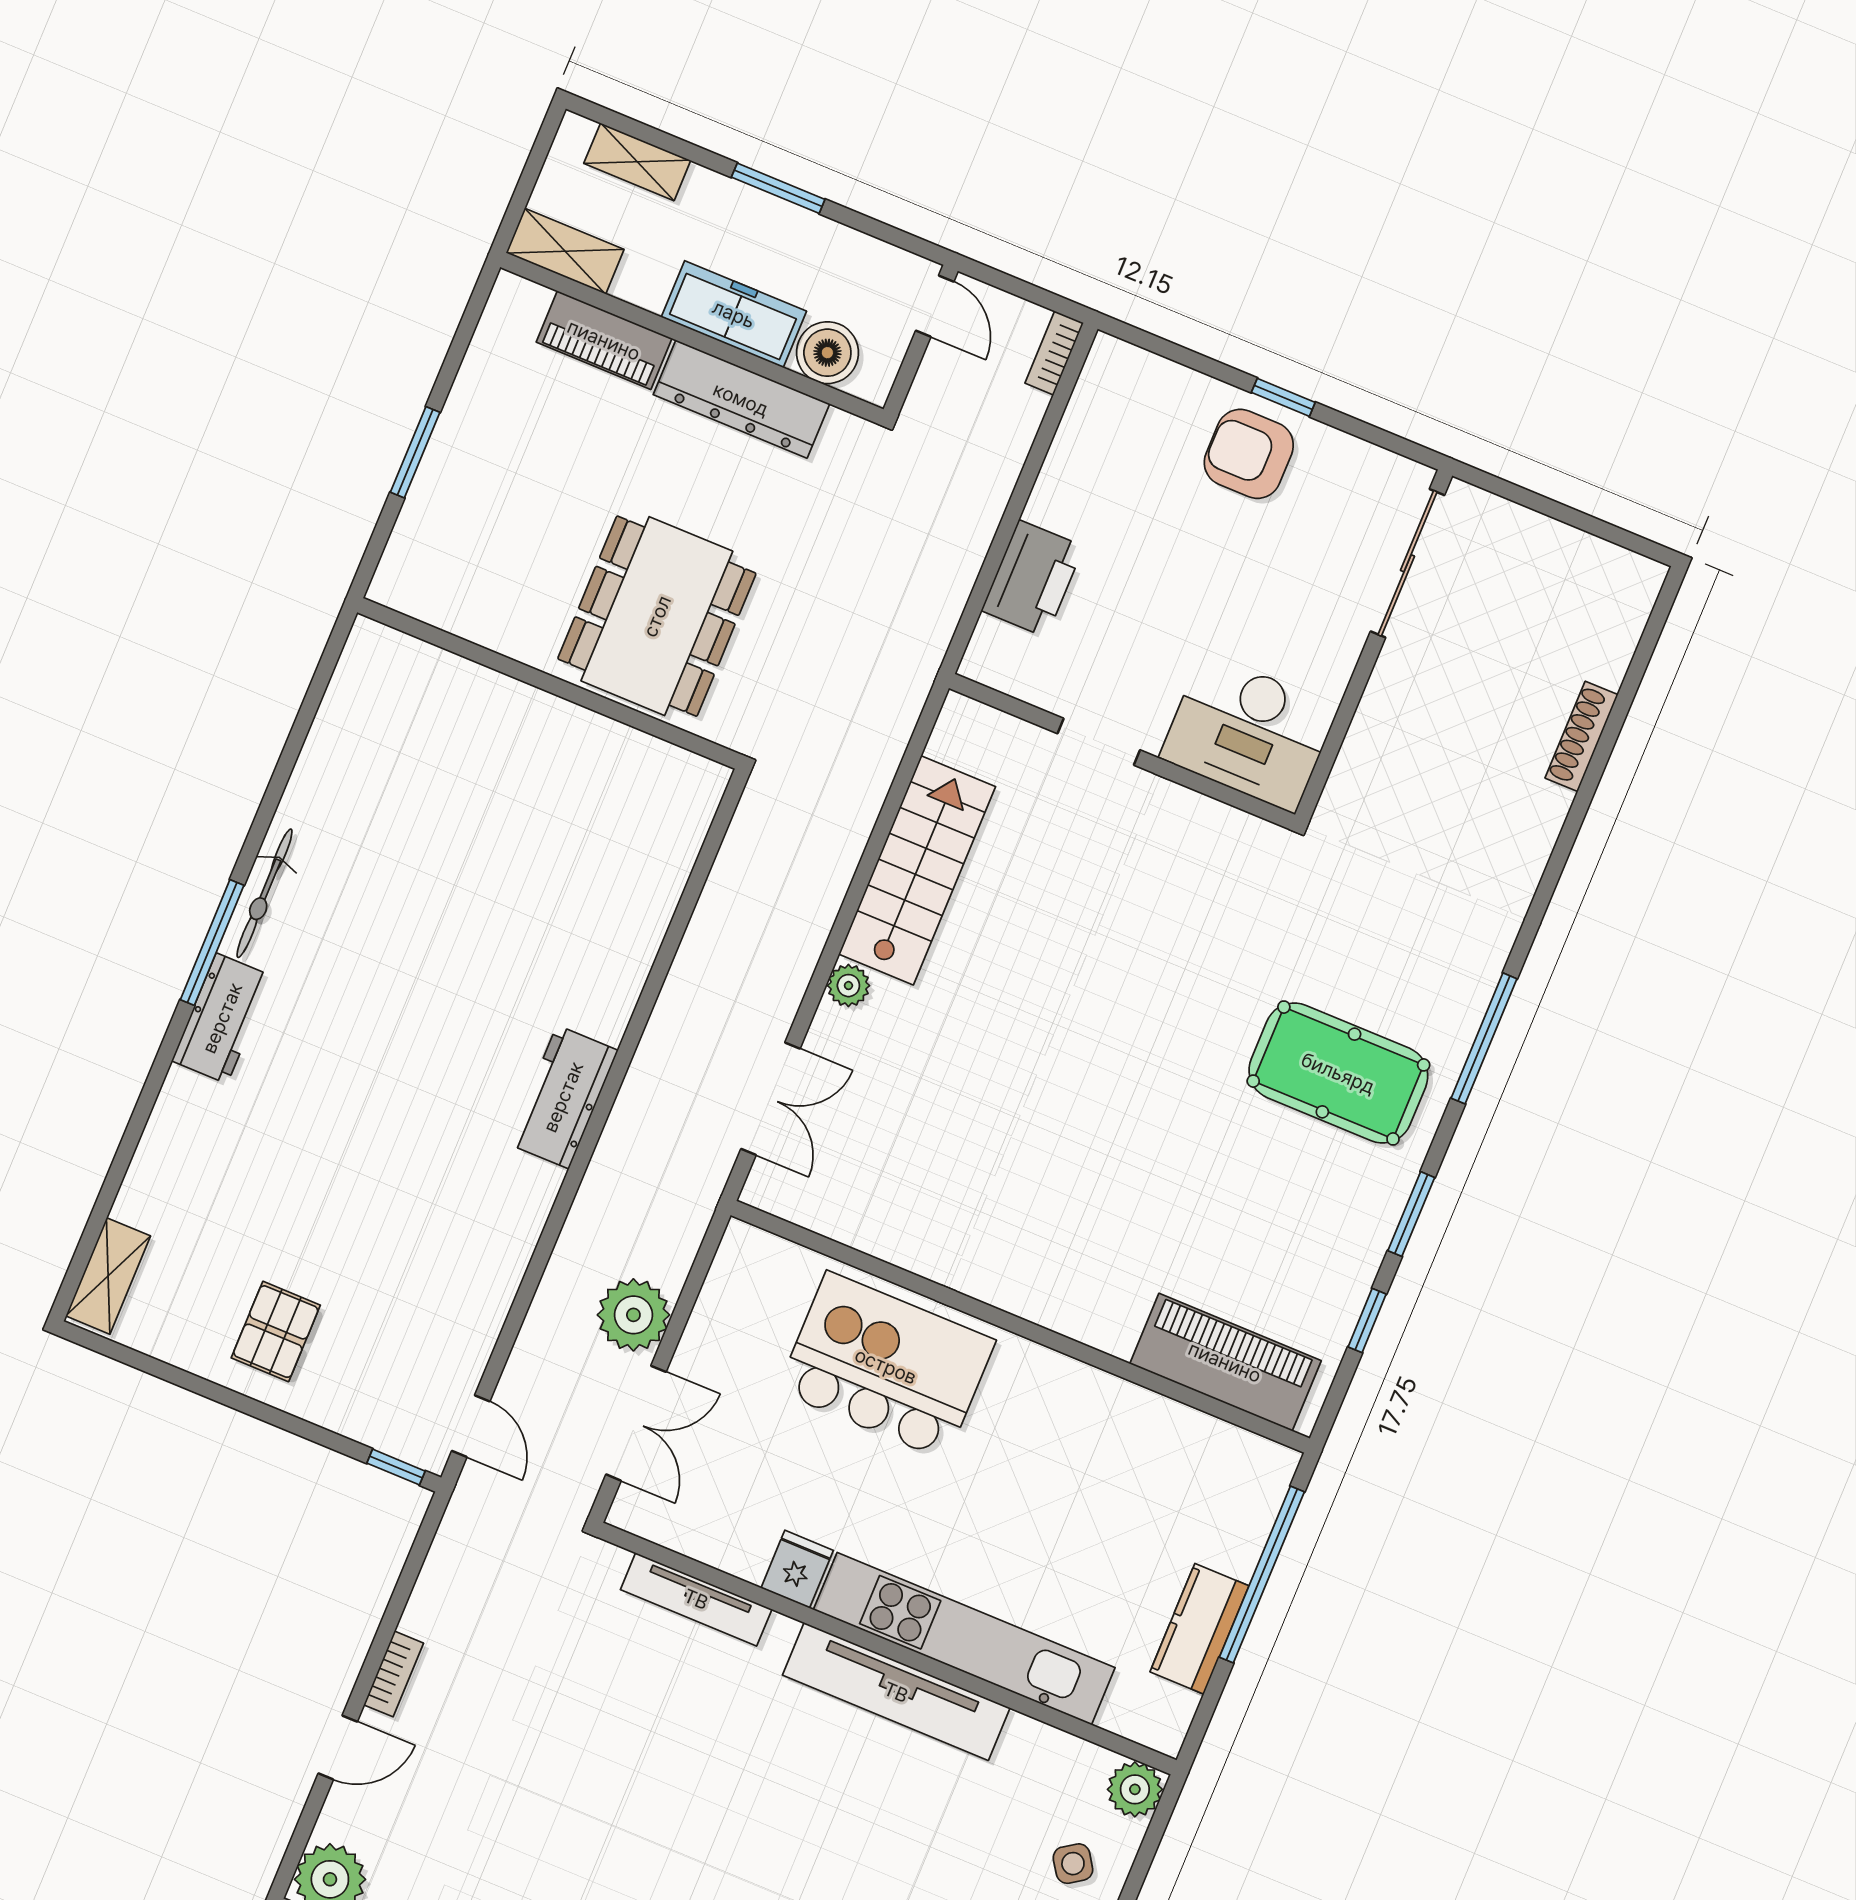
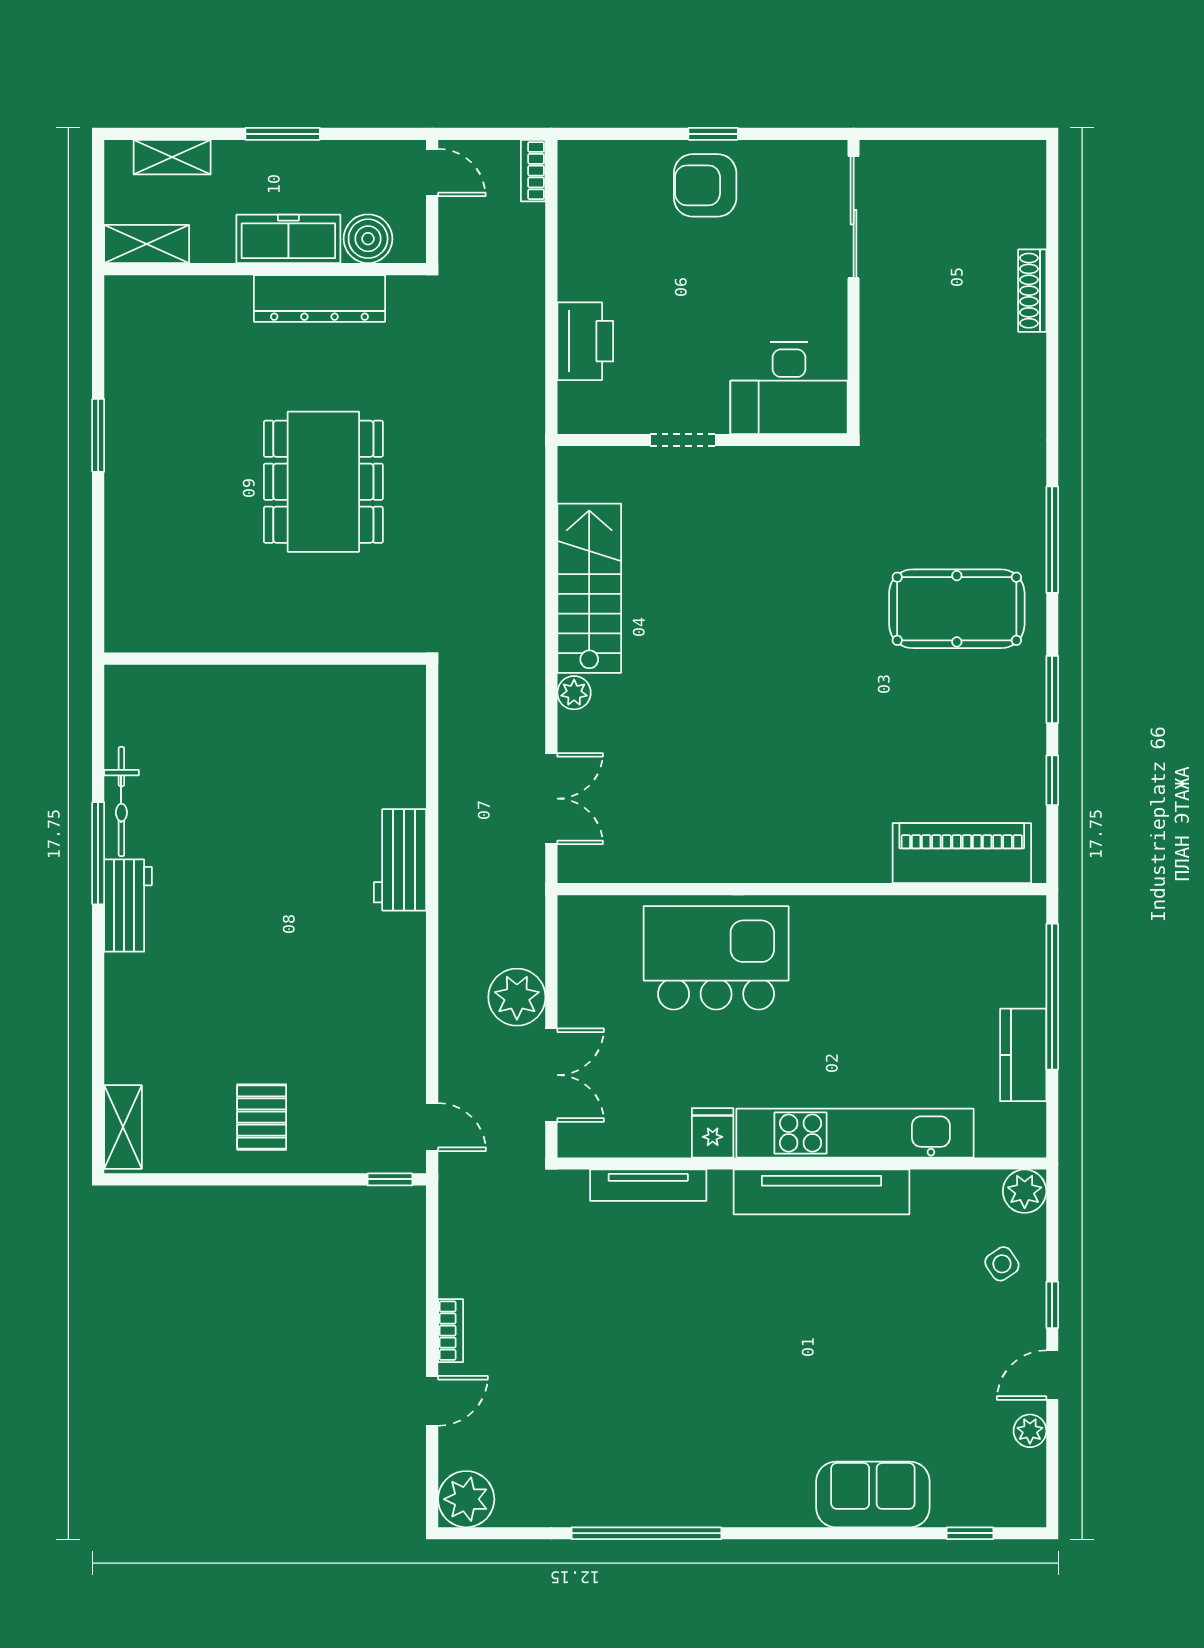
piano: (604, 340) -> (202, 297), removed
wall: (549, 683) -> (265, 659), moved

